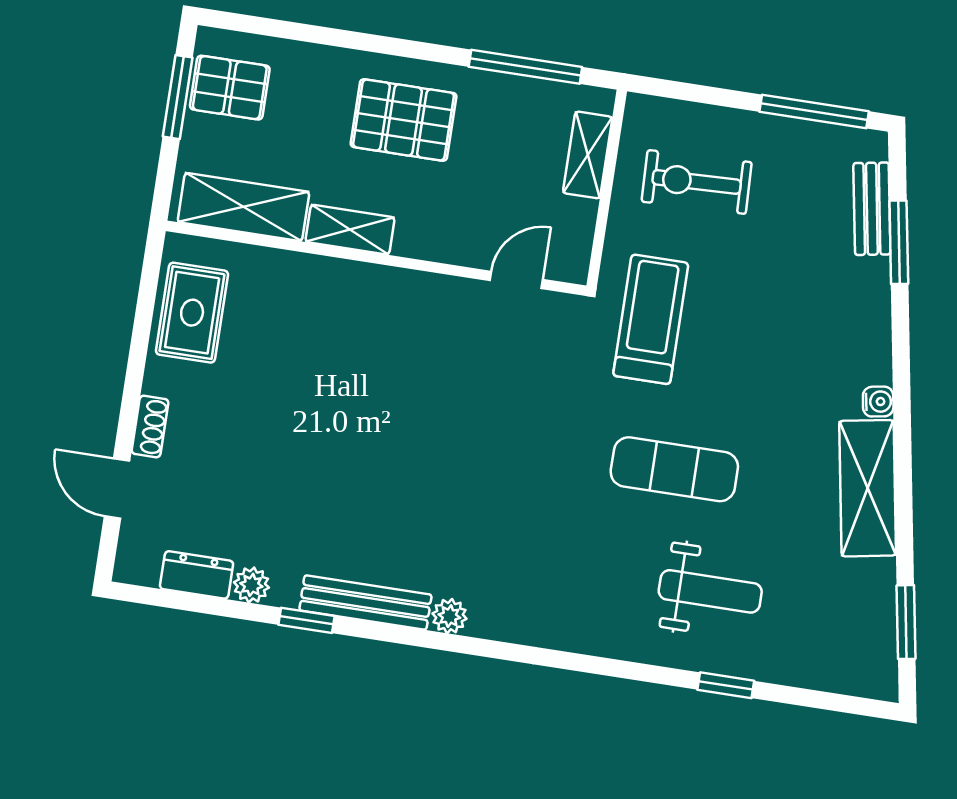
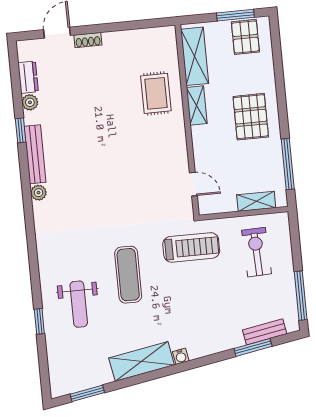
rug: (192, 313) -> (156, 93), moved, turned 90

